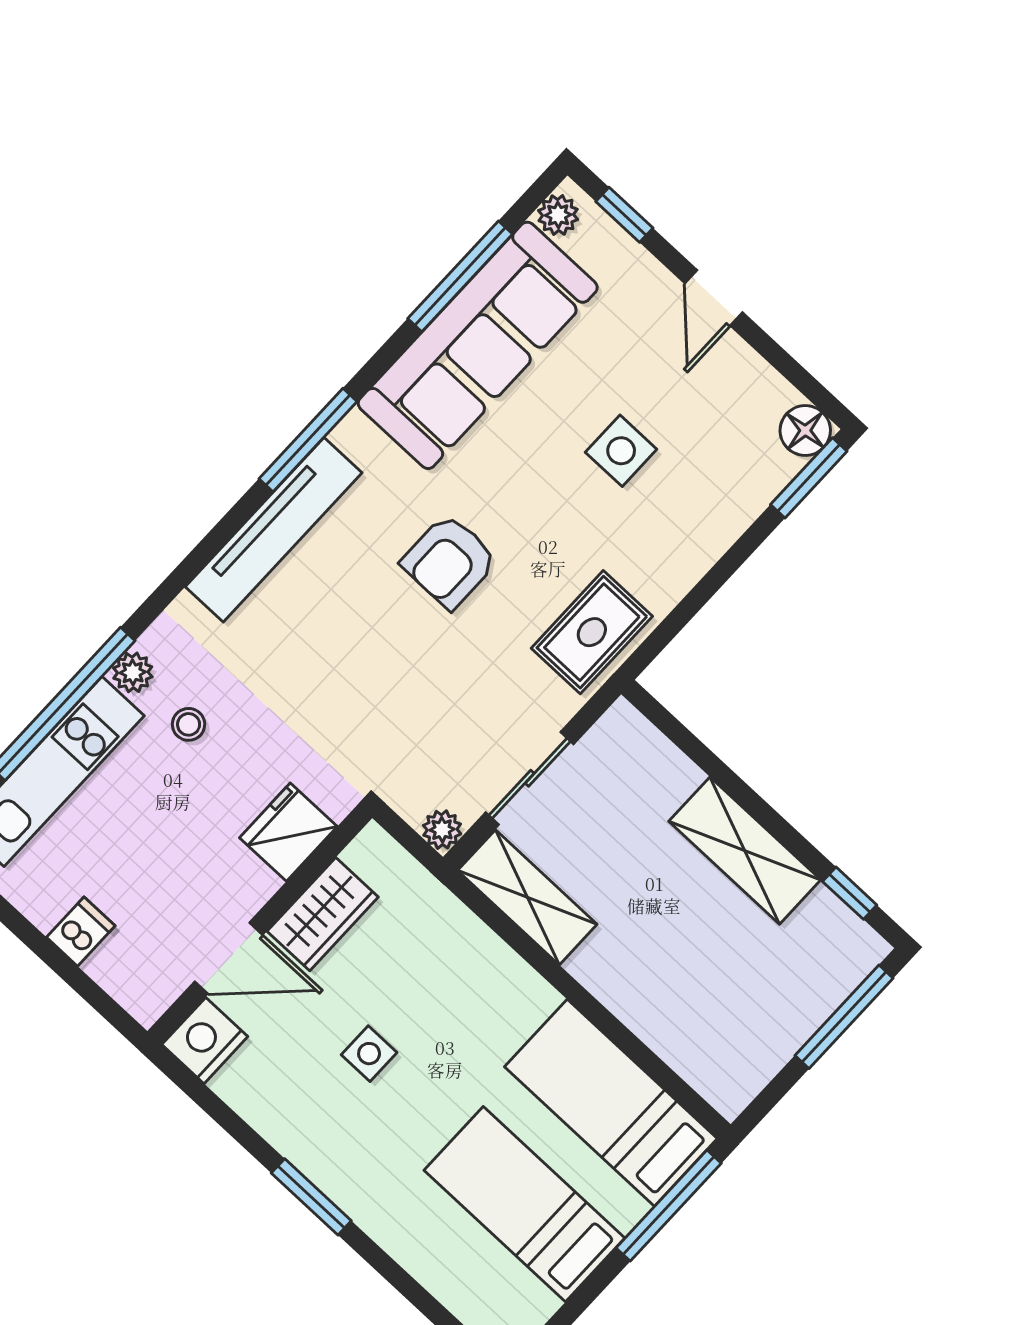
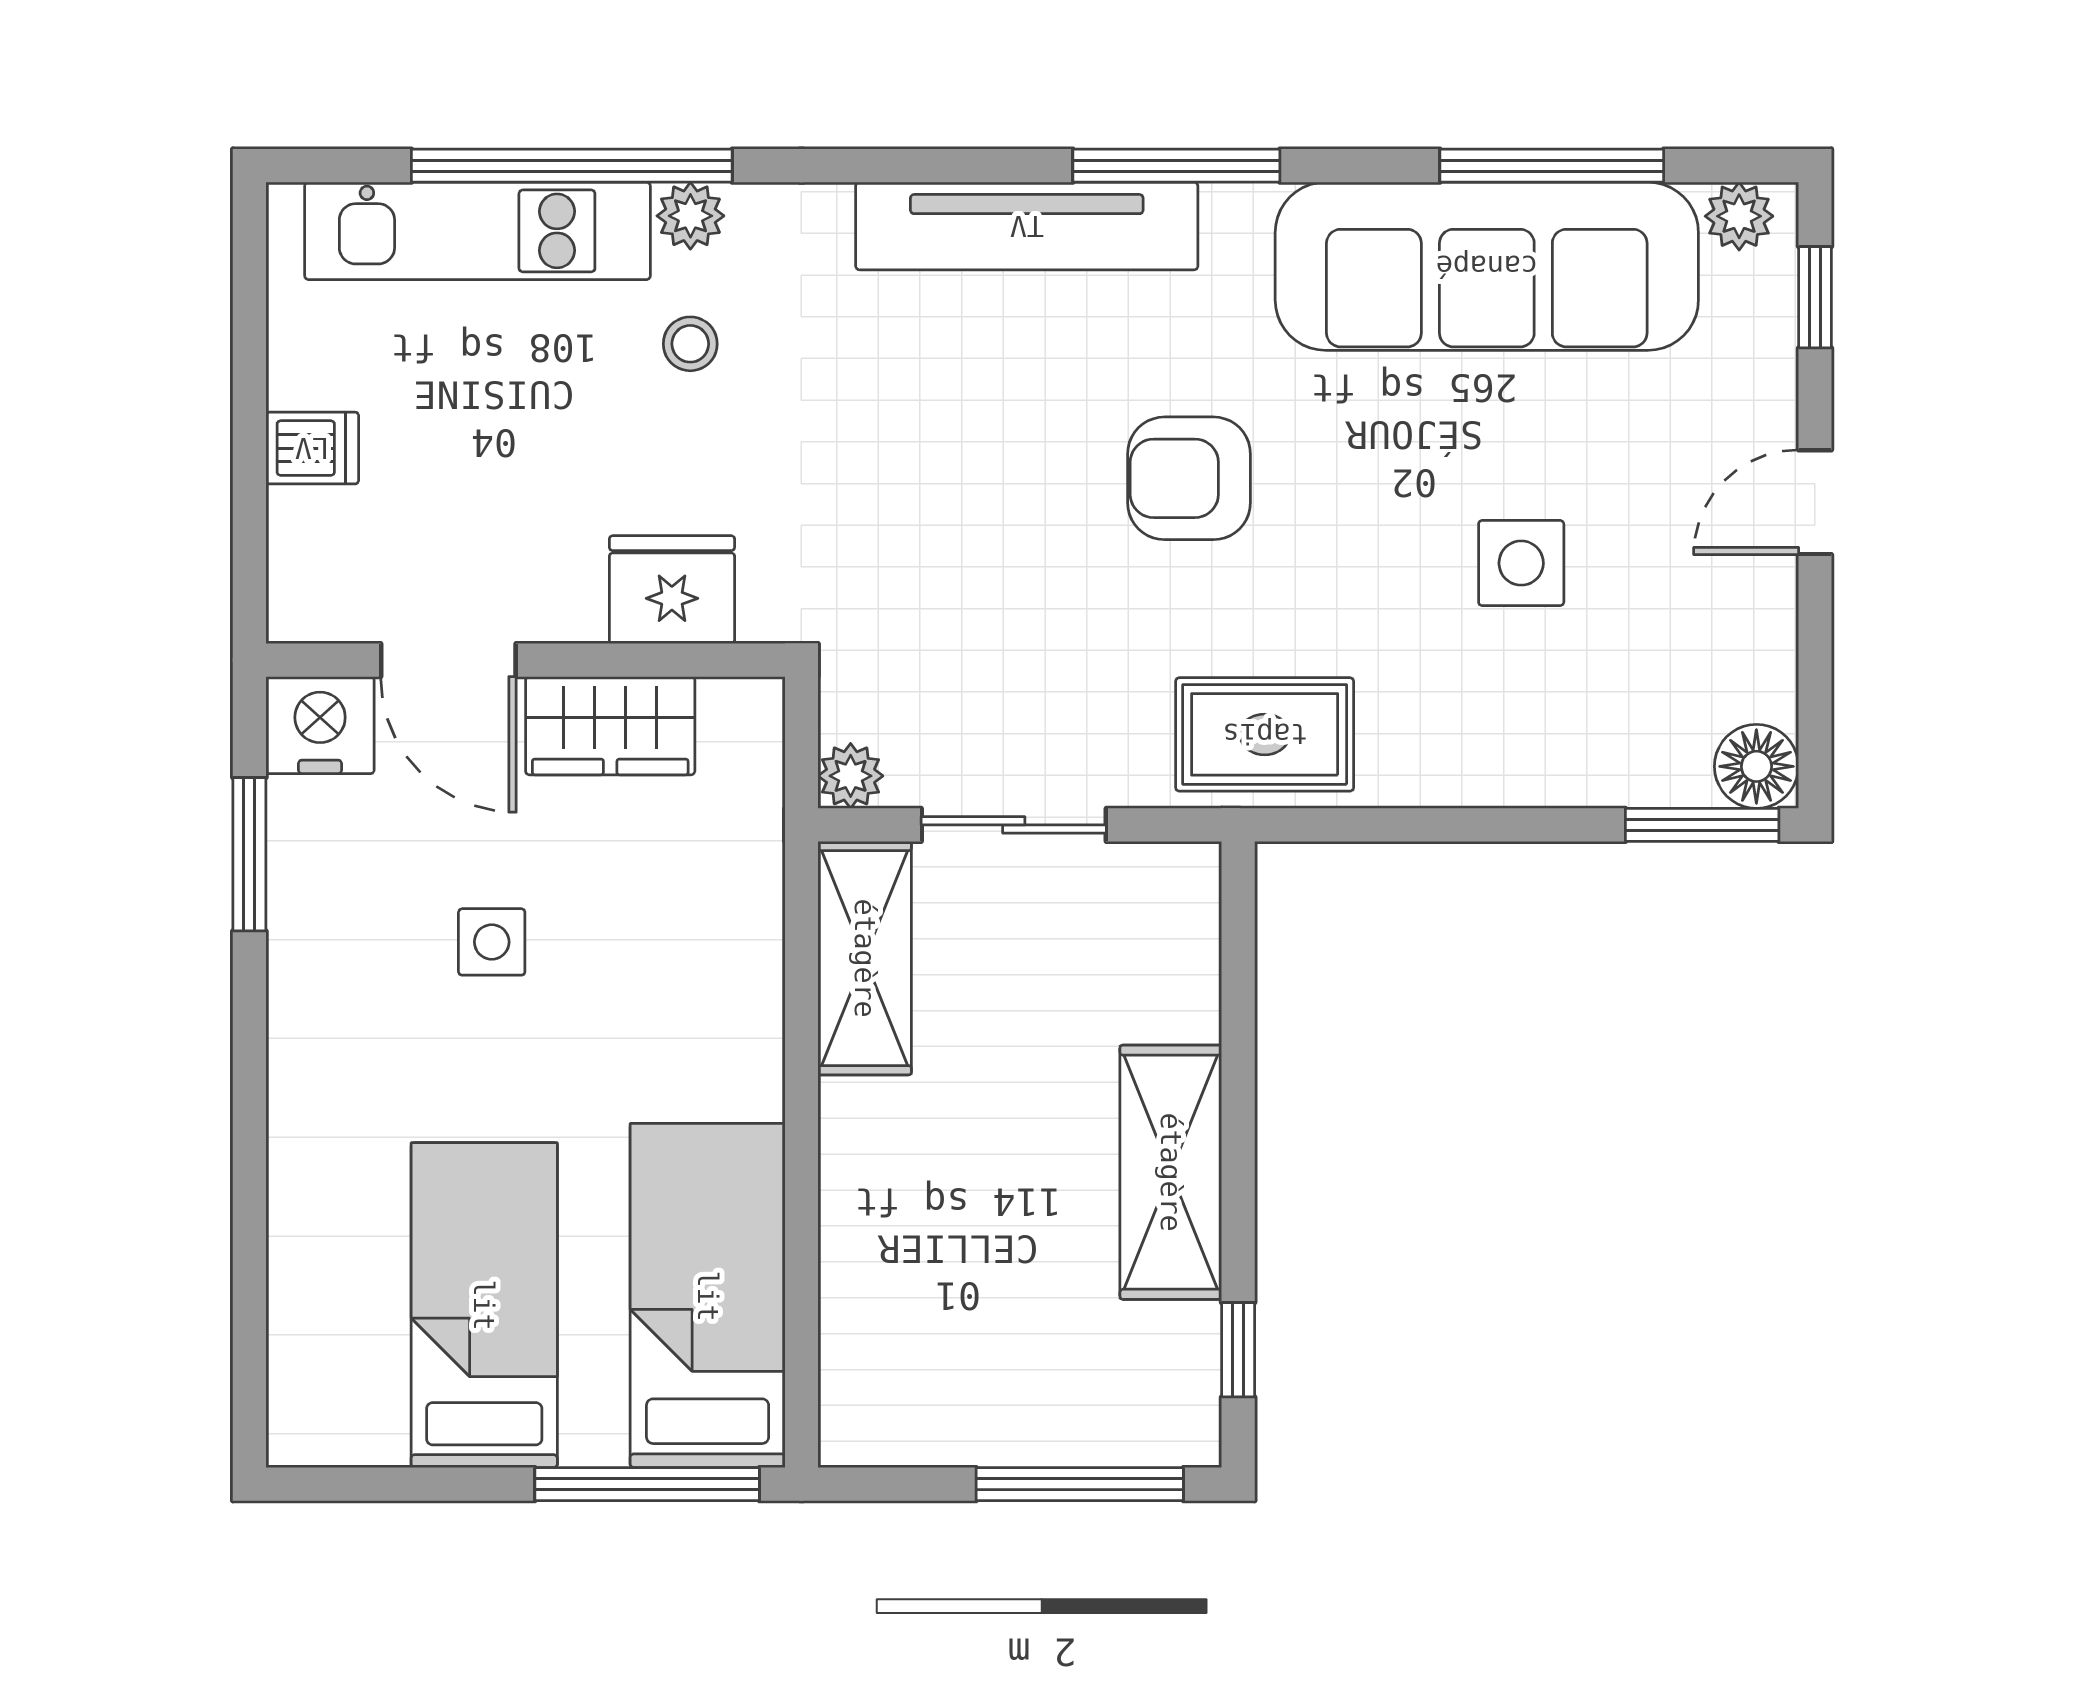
window: (311, 1197) -> (249, 854), moved

